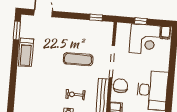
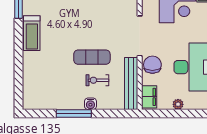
exercise mat: (78, 59) -> (92, 57), moved

